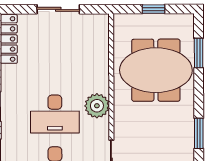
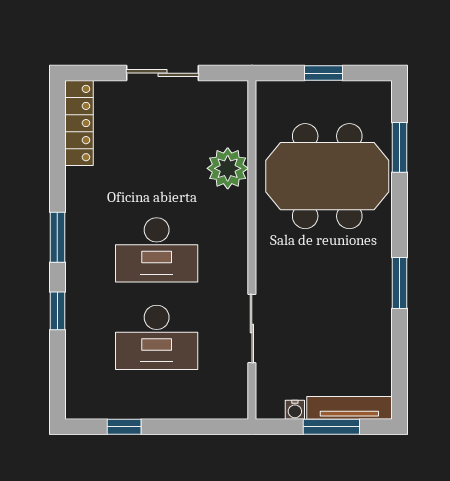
plant: (97, 106) -> (228, 168), moved

